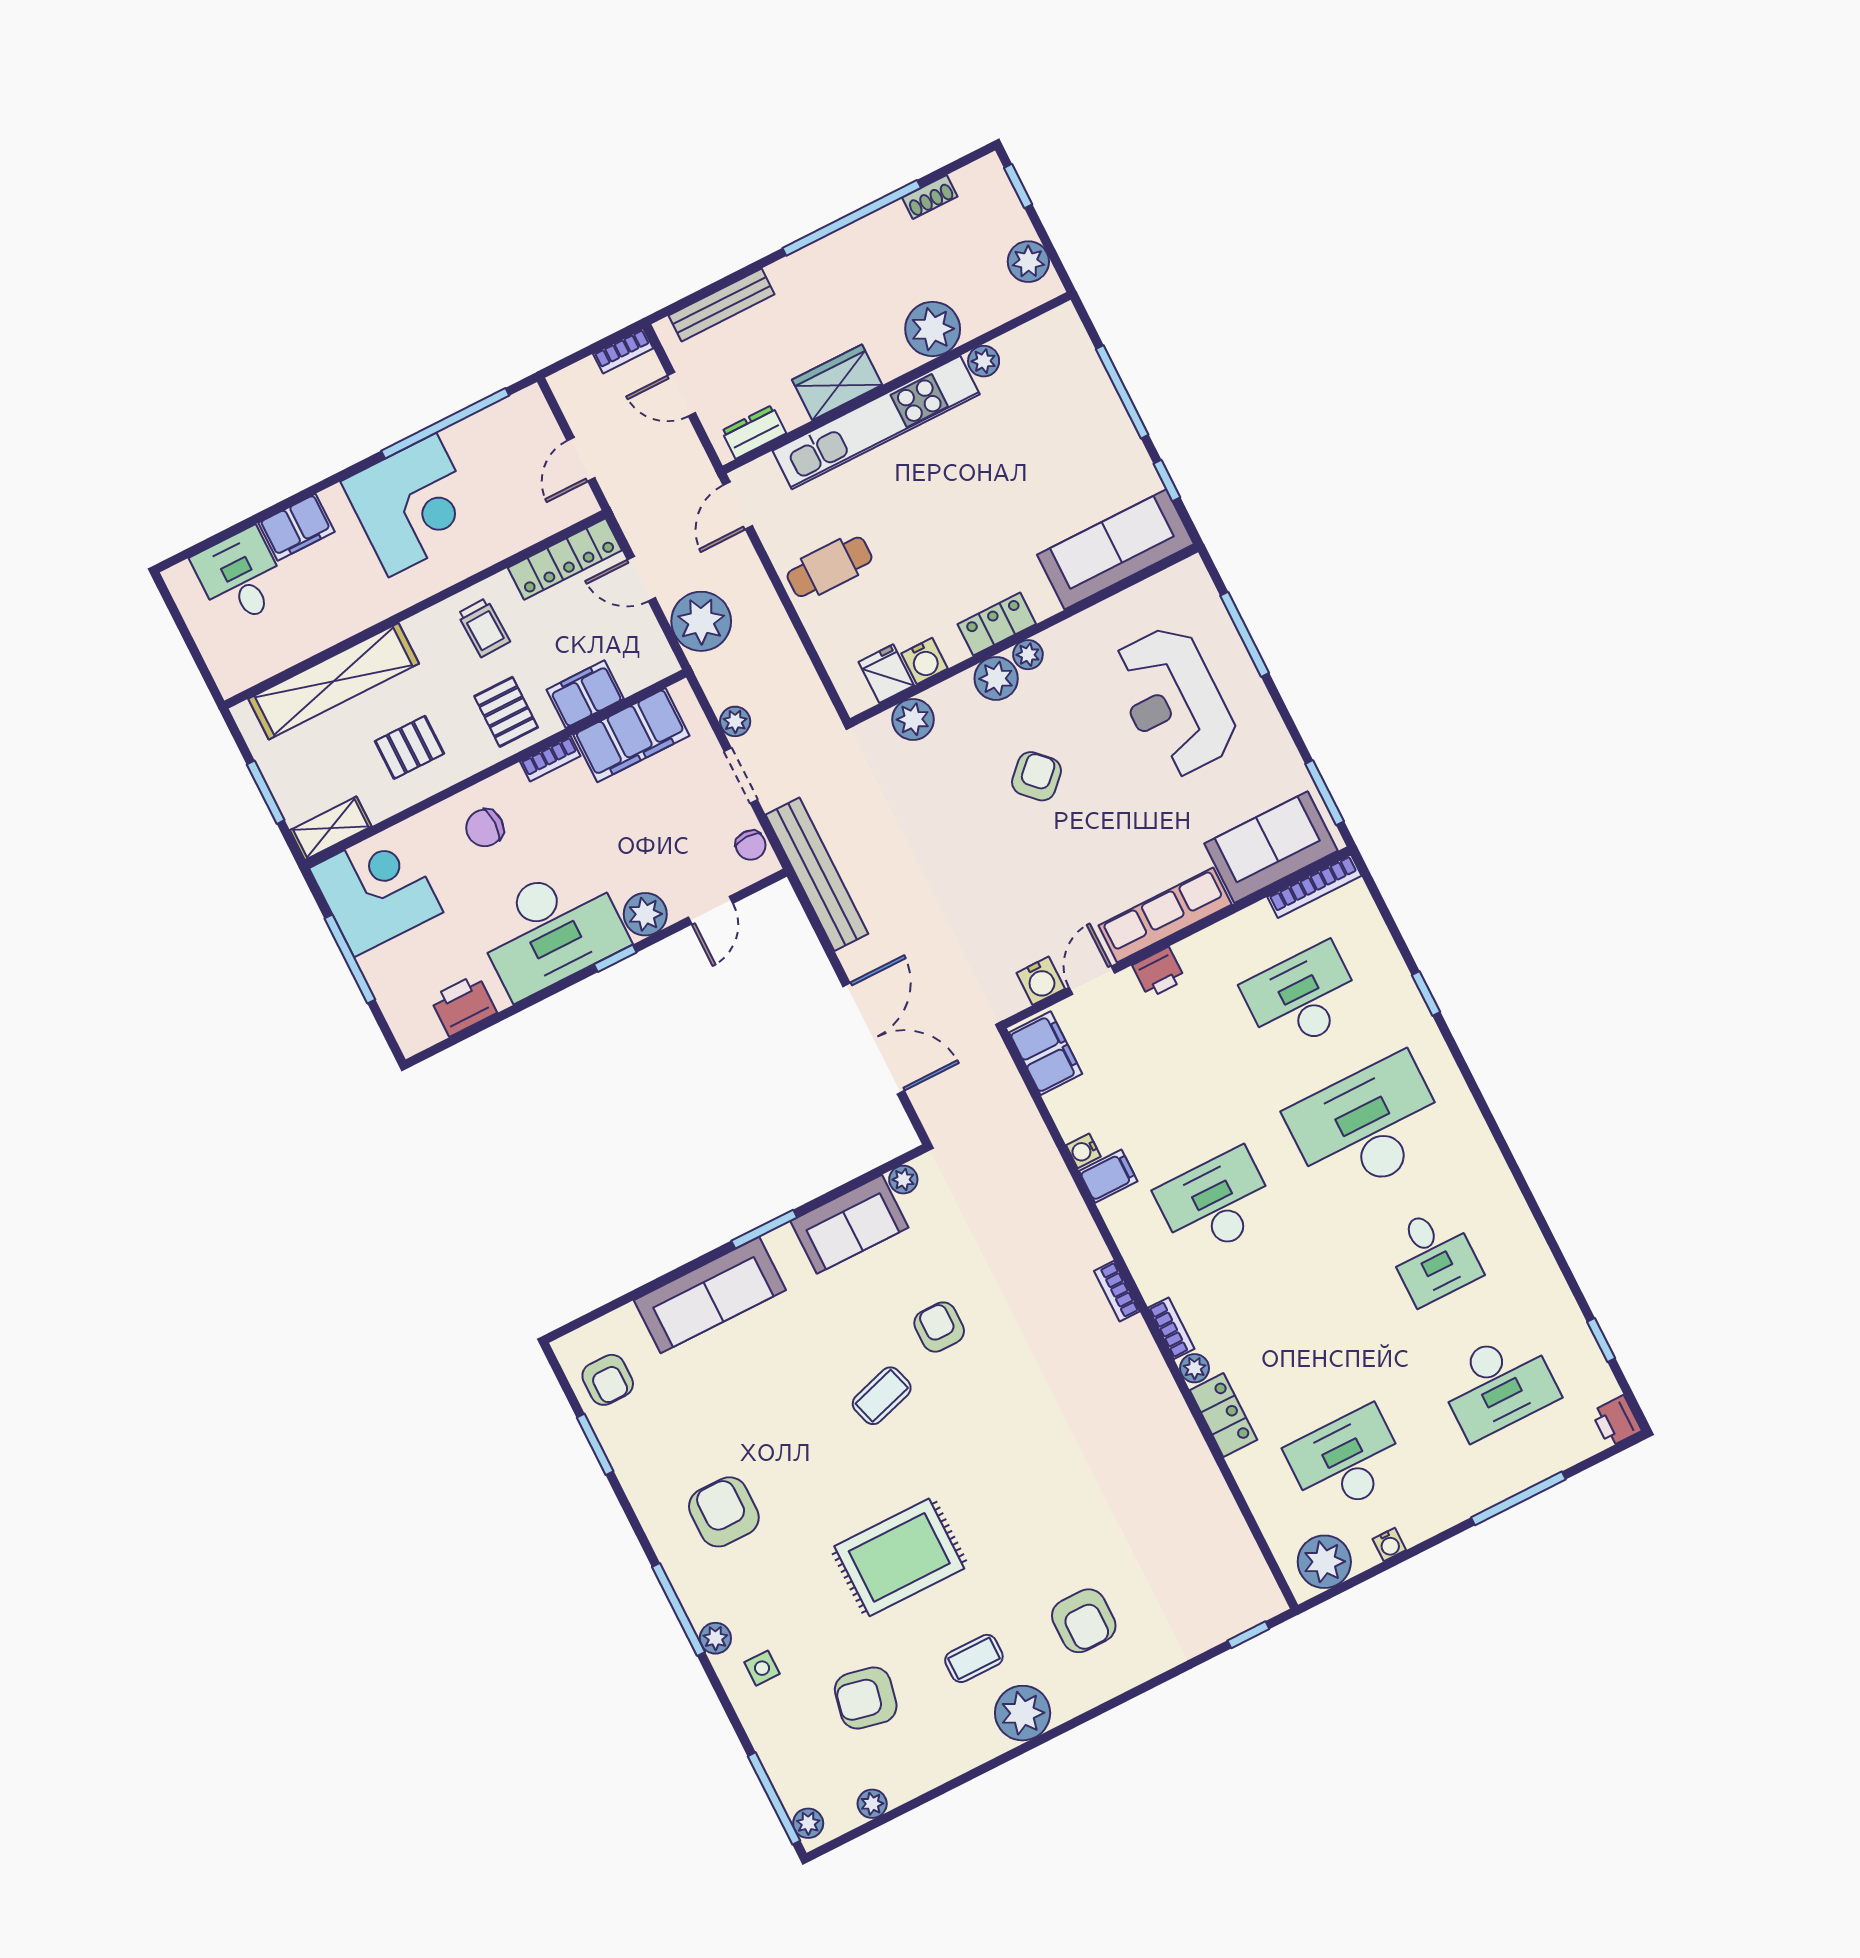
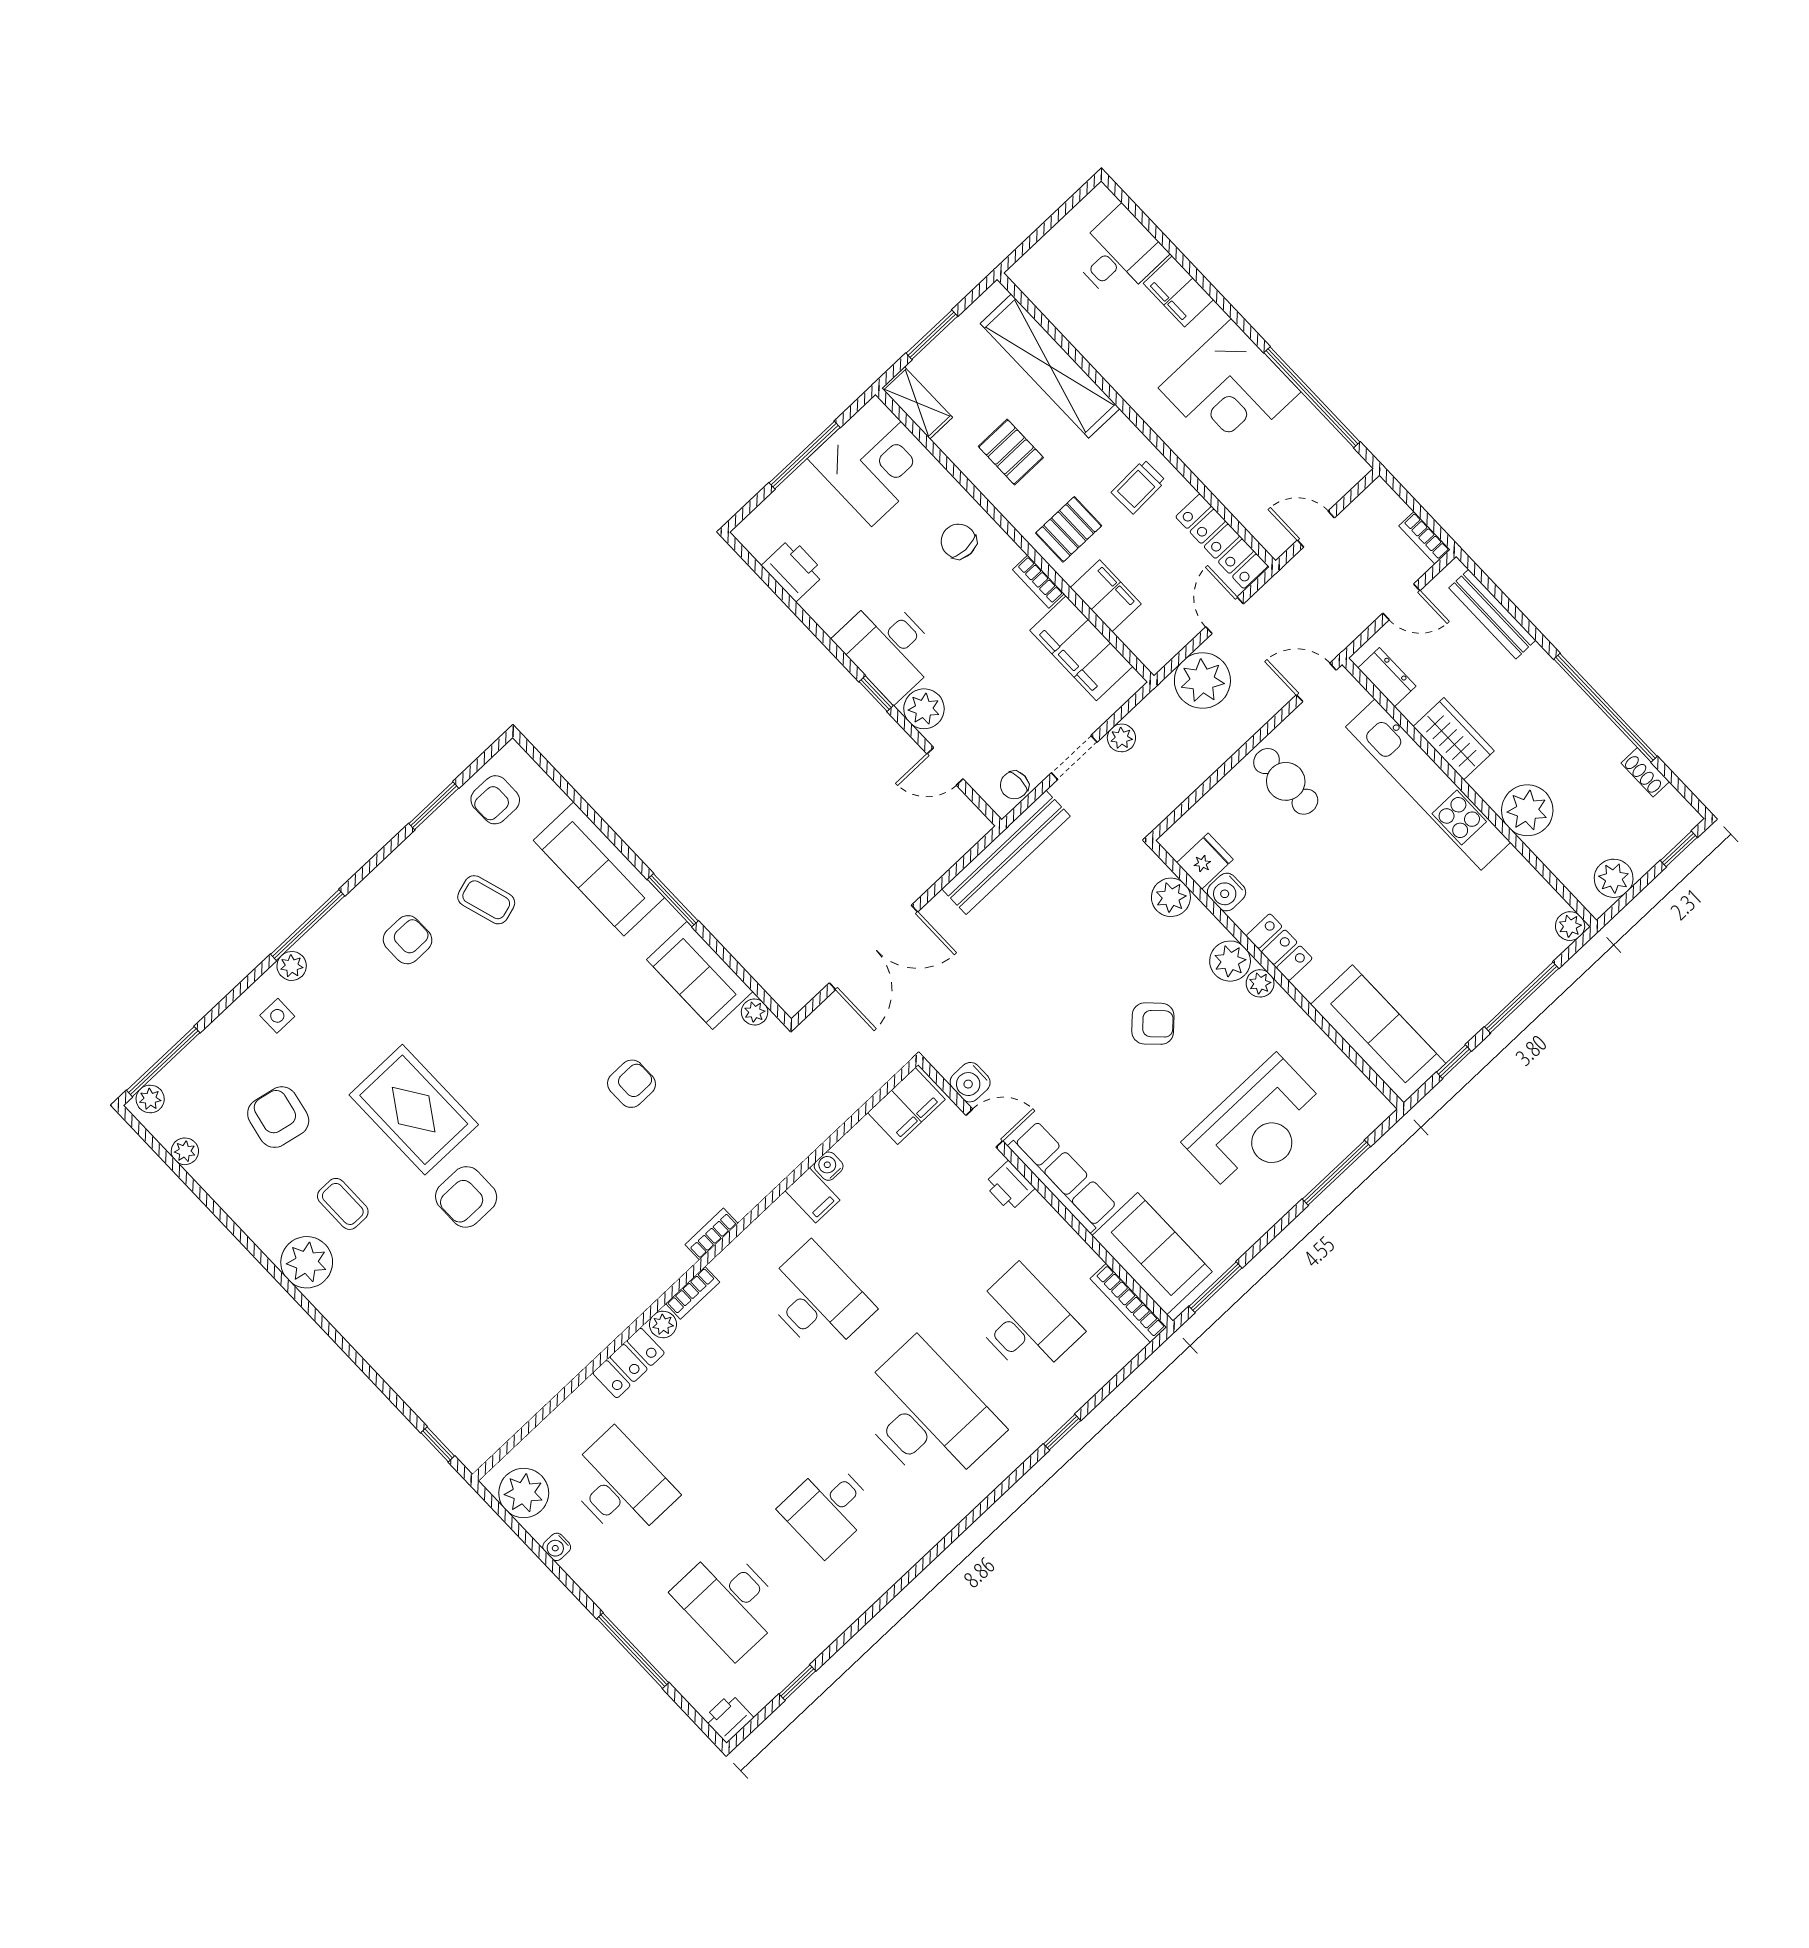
plant: (984, 361) -> (1570, 926), moved
door: (681, 394) -> (1401, 602), swing flipped
reception desk: (1174, 702) -> (1257, 1127), turned 180
desk: (551, 930) -> (888, 648), width x0.73, depth x0.77
coffee table: (882, 1396) -> (486, 900), moved
armchair: (724, 1512) -> (408, 940), width x0.72, depth x0.72
armchair: (1084, 1621) -> (466, 1197), moved

